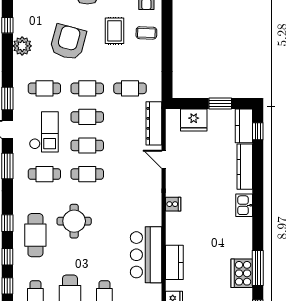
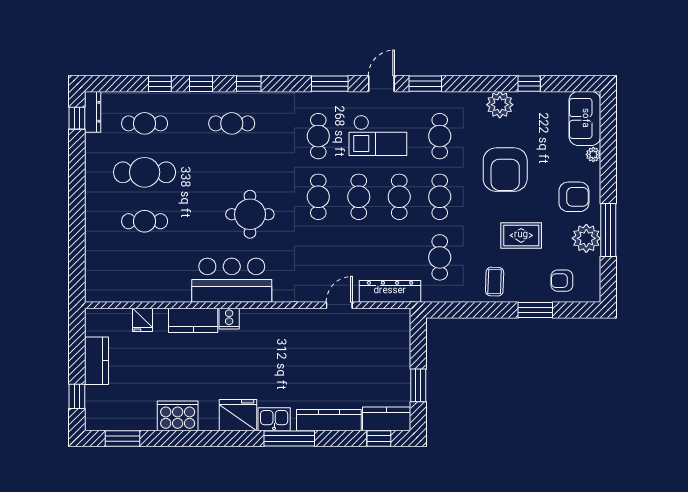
window: (167, 21) -> (535, 310), added
coffee table: (146, 33) -> (495, 282), moved
armchair: (68, 42) -> (505, 170), turned 75
fridge: (194, 120) -> (238, 415), moved, turned 90
cooker: (173, 204) -> (229, 319), moved
round table: (74, 221) -> (250, 214), moved
cafe table: (35, 235) -> (232, 123), width x0.73, depth x0.74
bar counter: (146, 255) -> (232, 280), moved
window: (258, 268) -> (289, 438), moved

